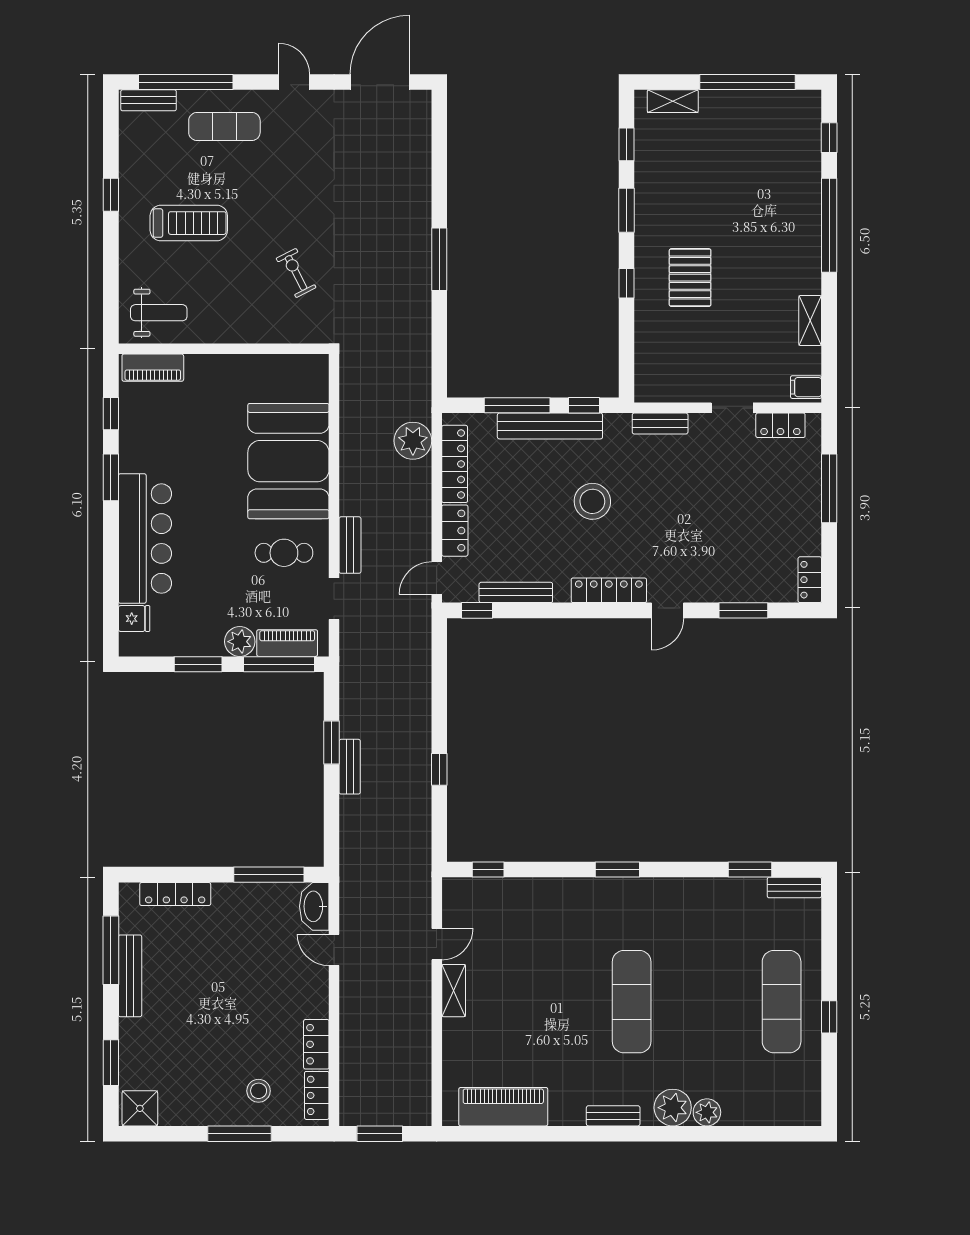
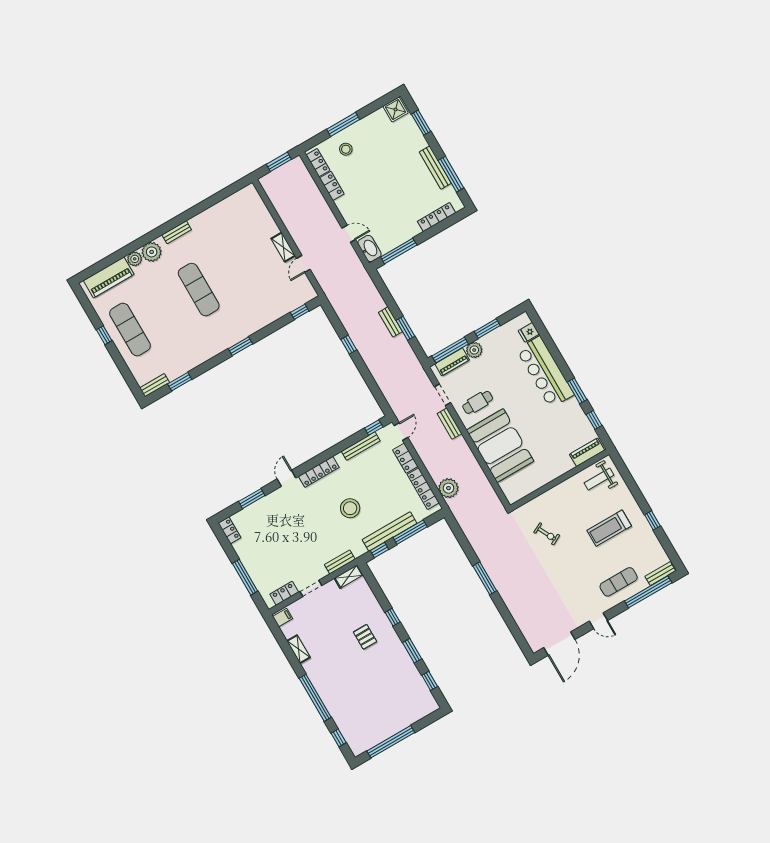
shelving: (673, 101) -> (349, 577), moved
pallet: (690, 278) -> (365, 637), width x0.67, depth x0.71
piano: (503, 1107) -> (109, 277), moved

